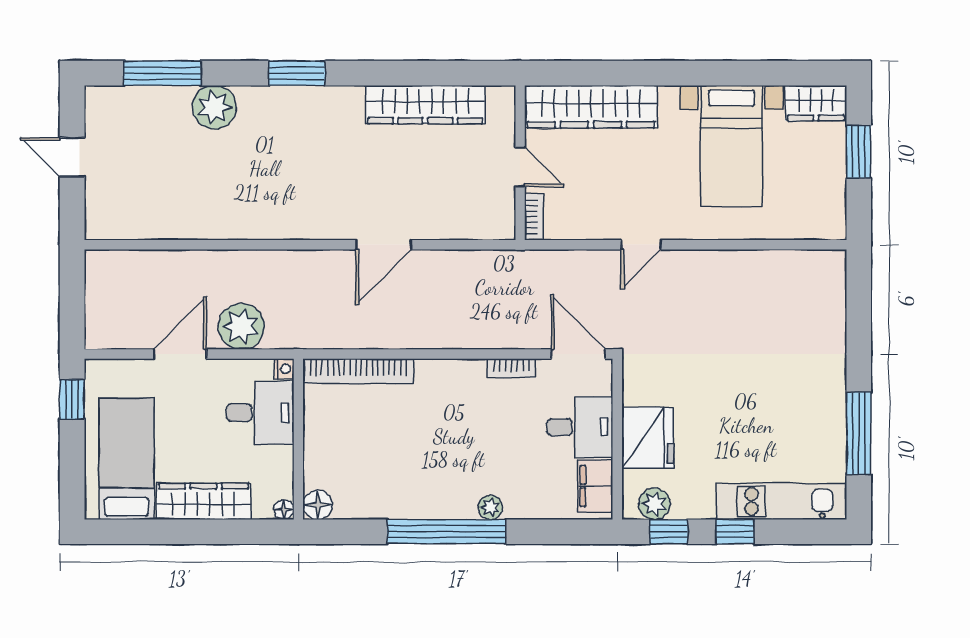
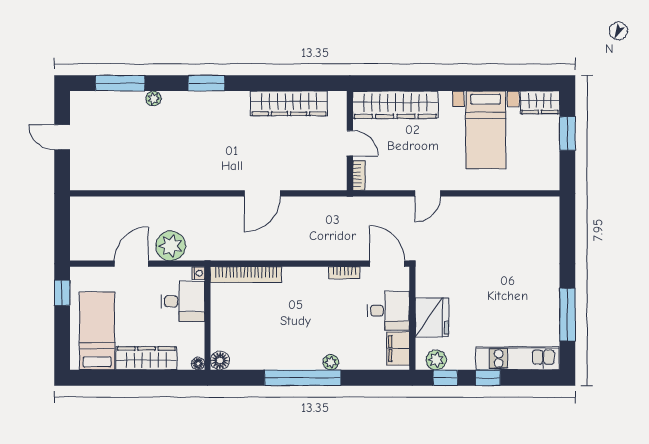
plant: (214, 107) -> (153, 98), width x0.53, depth x0.53

